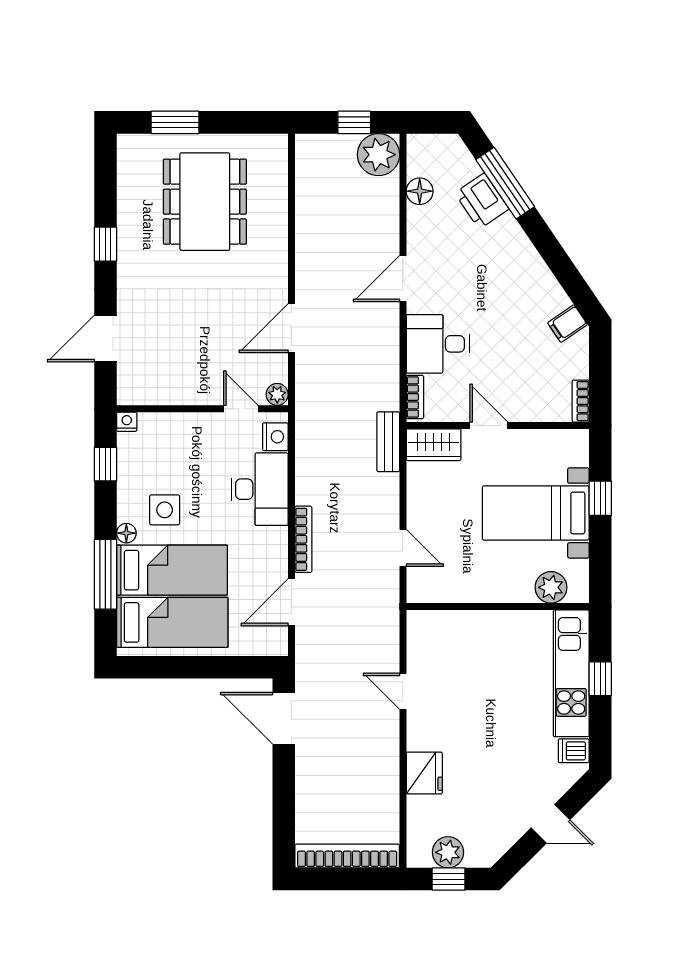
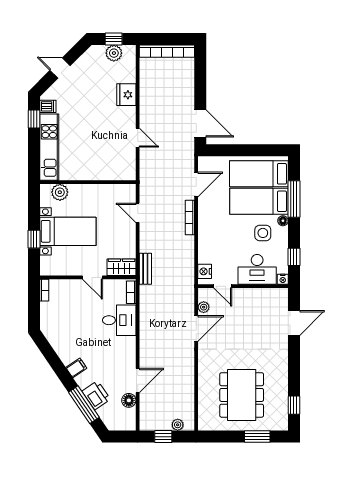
plant: (379, 155) -> (178, 425), moved, width x0.53, depth x0.53
window: (105, 244) -> (294, 405), moved
door: (403, 279) -> (138, 381), moved
filing cabinet: (567, 324) -> (76, 368), moved
plant: (277, 394) -> (204, 307), moved
desk: (260, 489) -> (257, 269), moved, turned -90
window: (600, 679) -> (34, 119), moved

